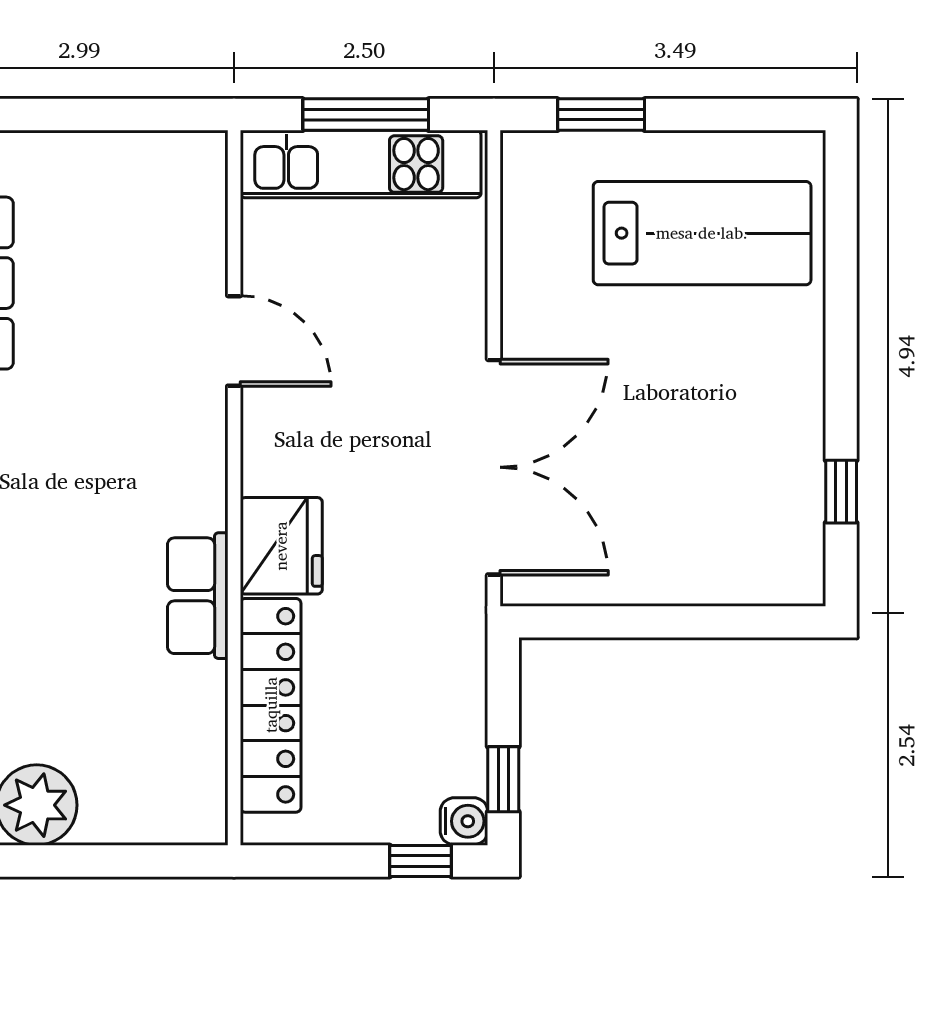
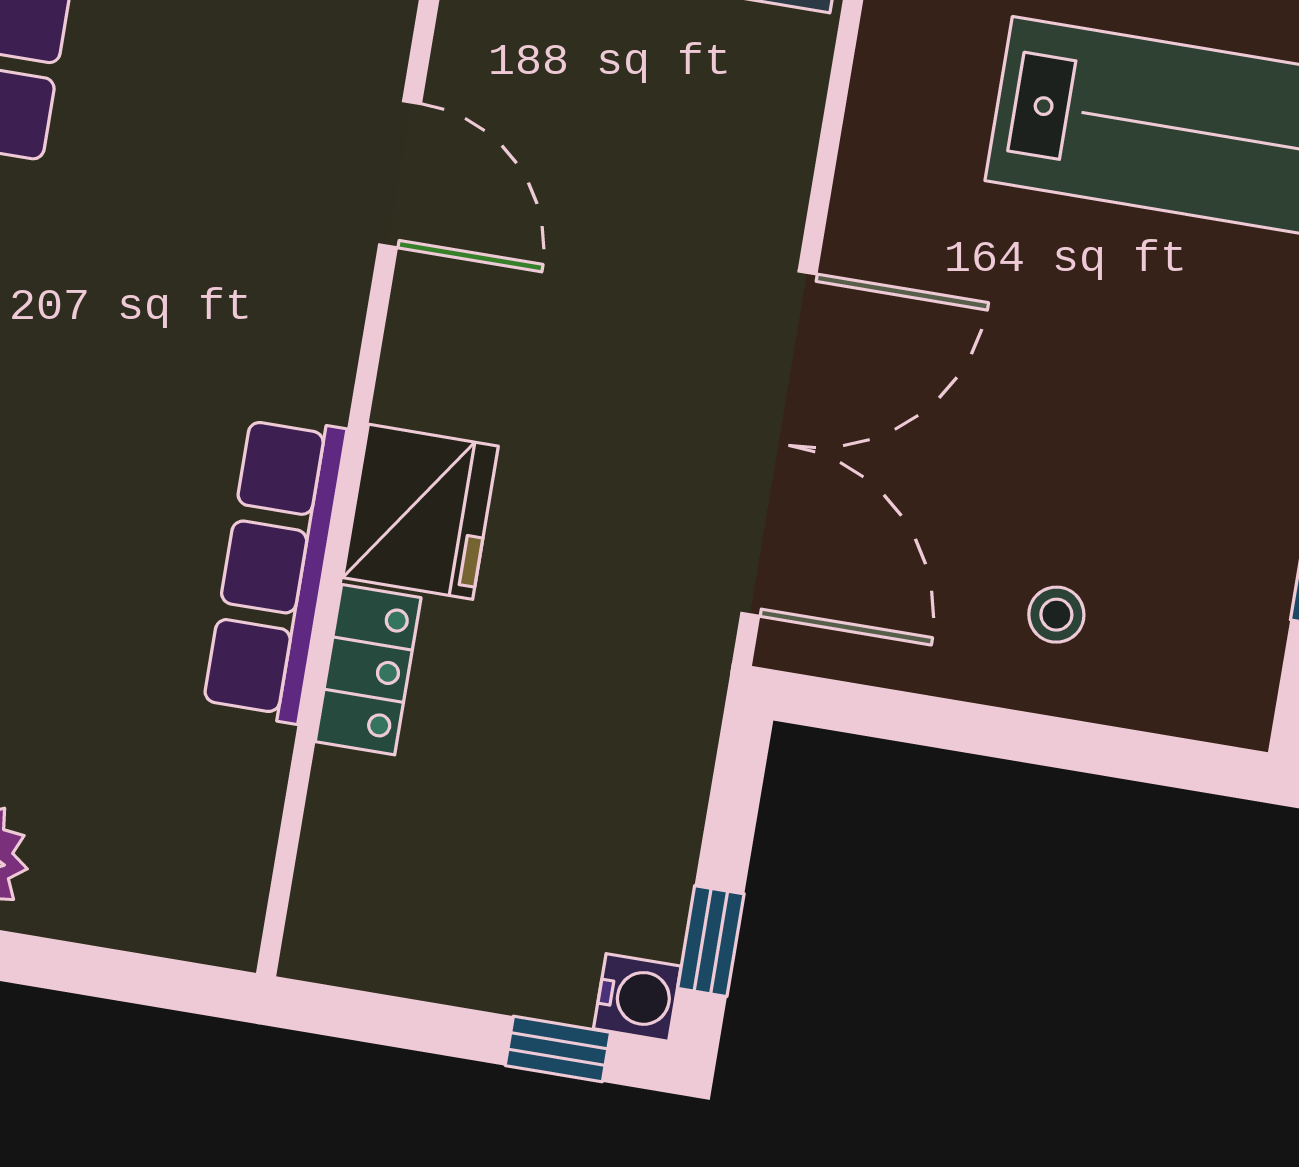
stool: (682, 544) -> (1056, 615), added
row of seats: (198, 596) -> (275, 569), width x1.48
locker: (271, 705) -> (368, 670), width x0.46, depth x0.83

